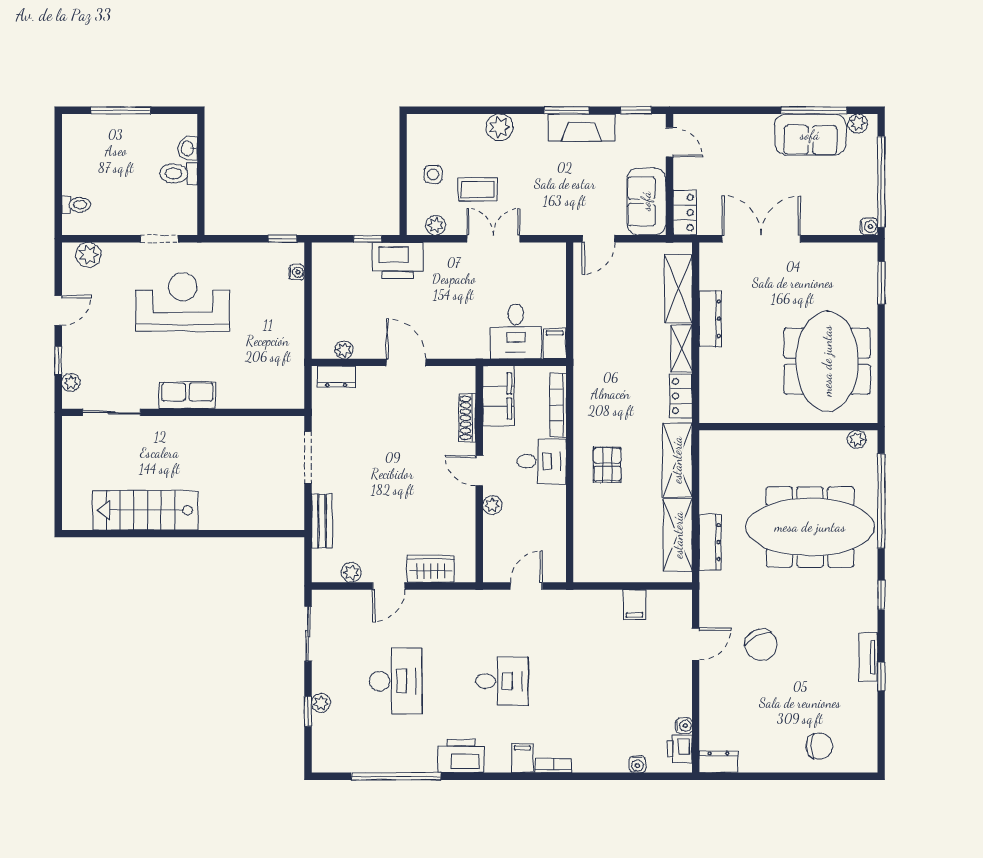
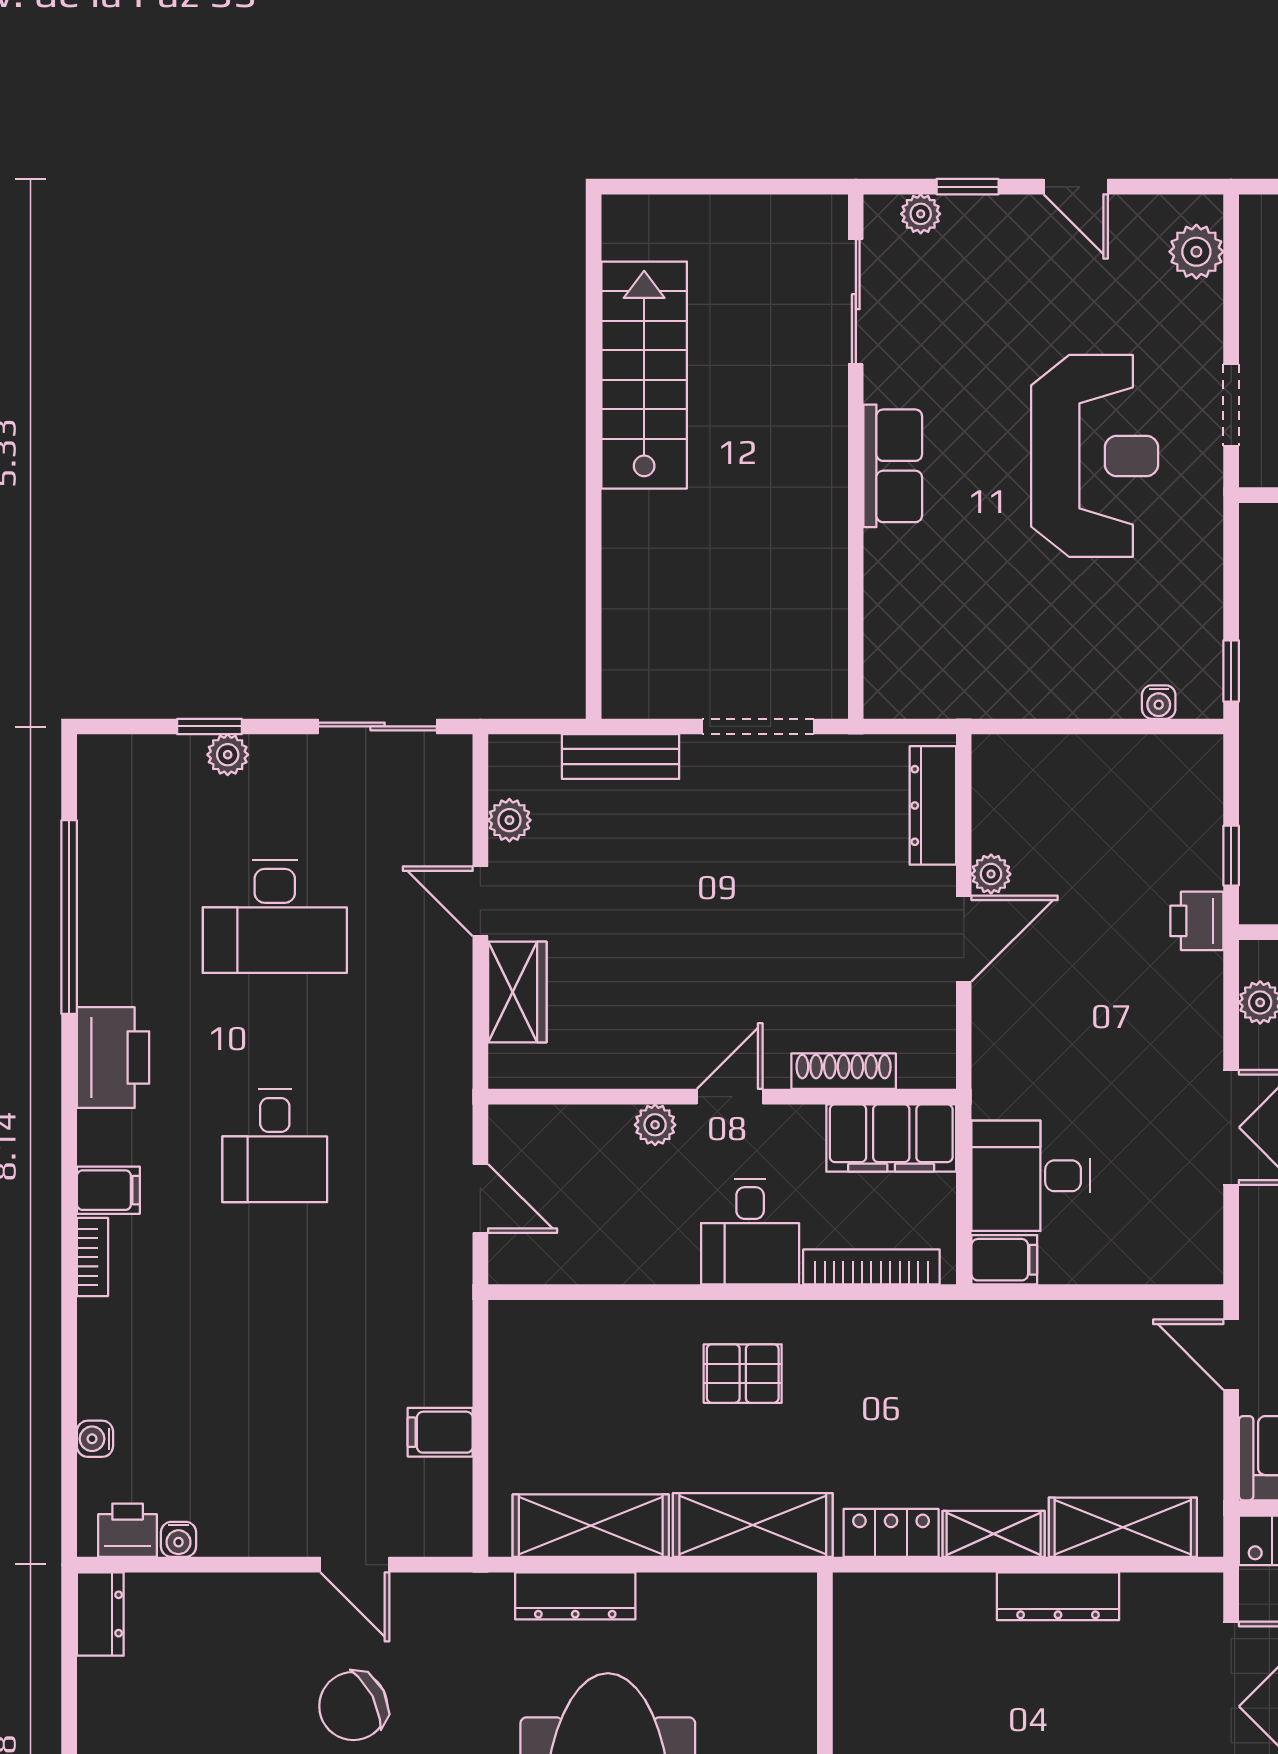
printer: (398, 260) -> (1197, 921), width x0.53, depth x0.68
plant: (344, 350) -> (991, 874), moved
dresser: (336, 377) -> (933, 805), width x1.44

